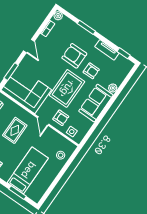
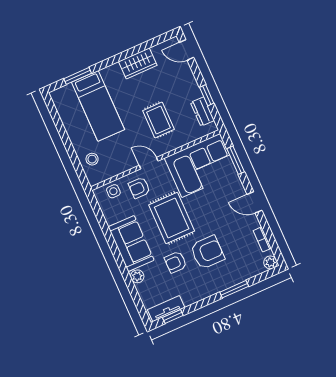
tv unit: (107, 50) -> (166, 309), moved

